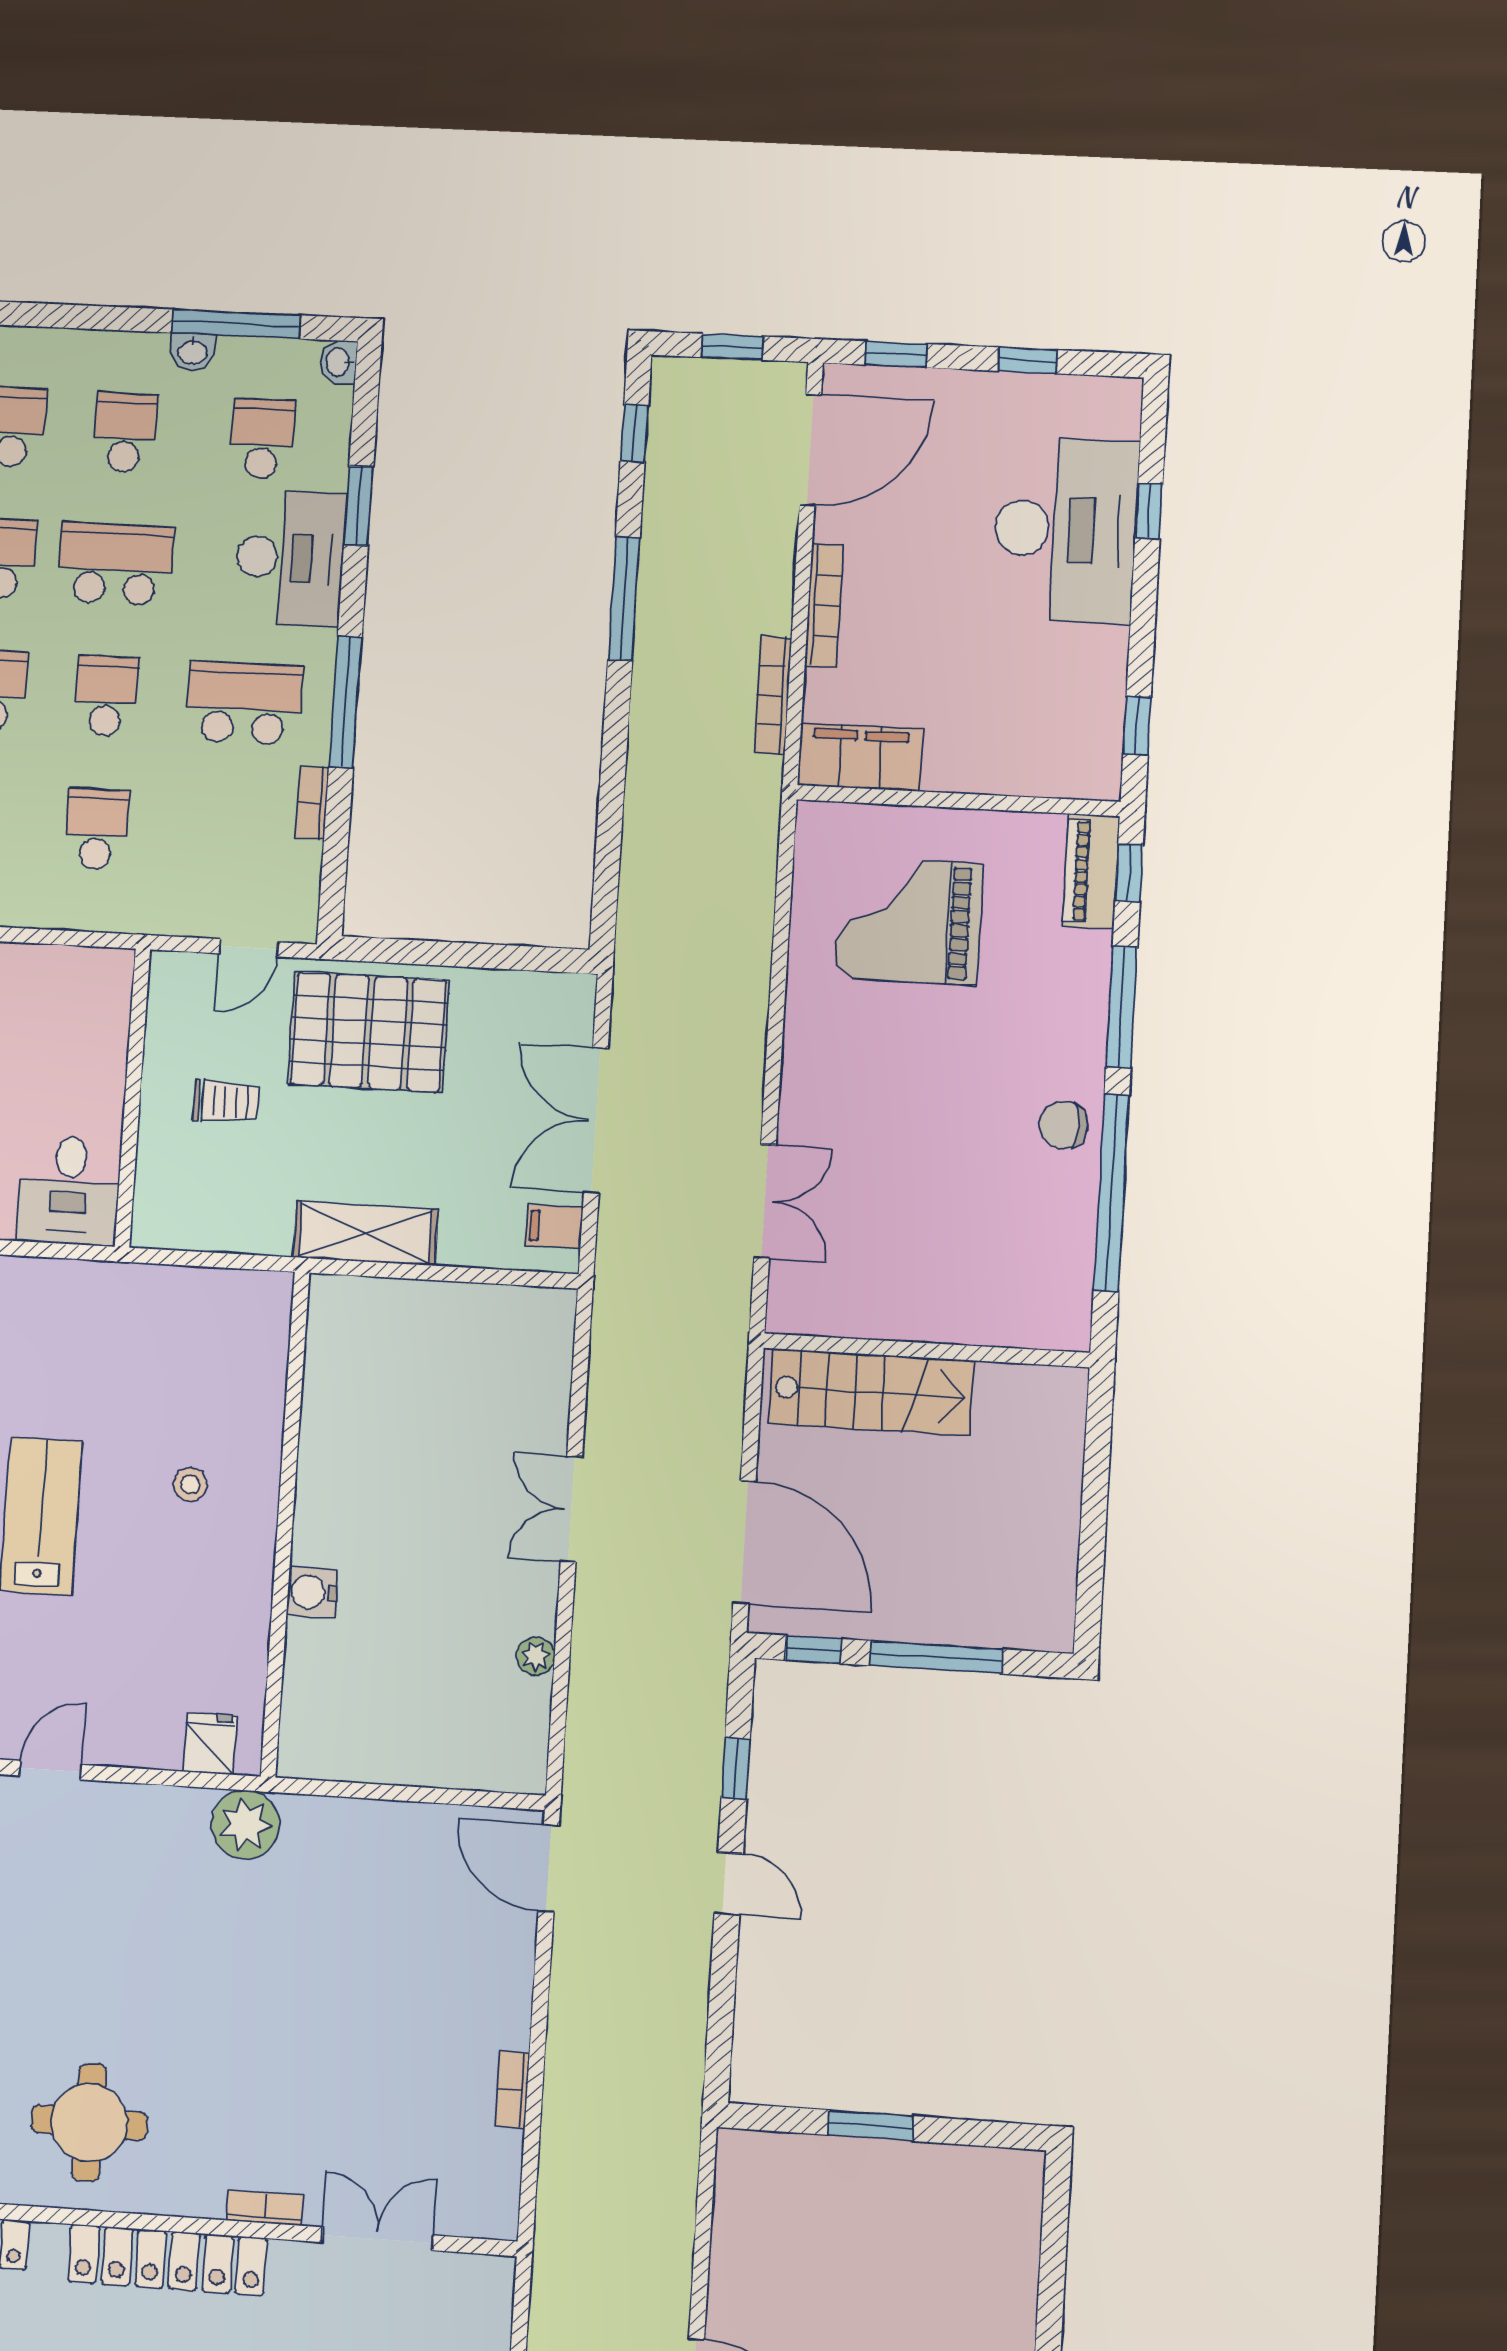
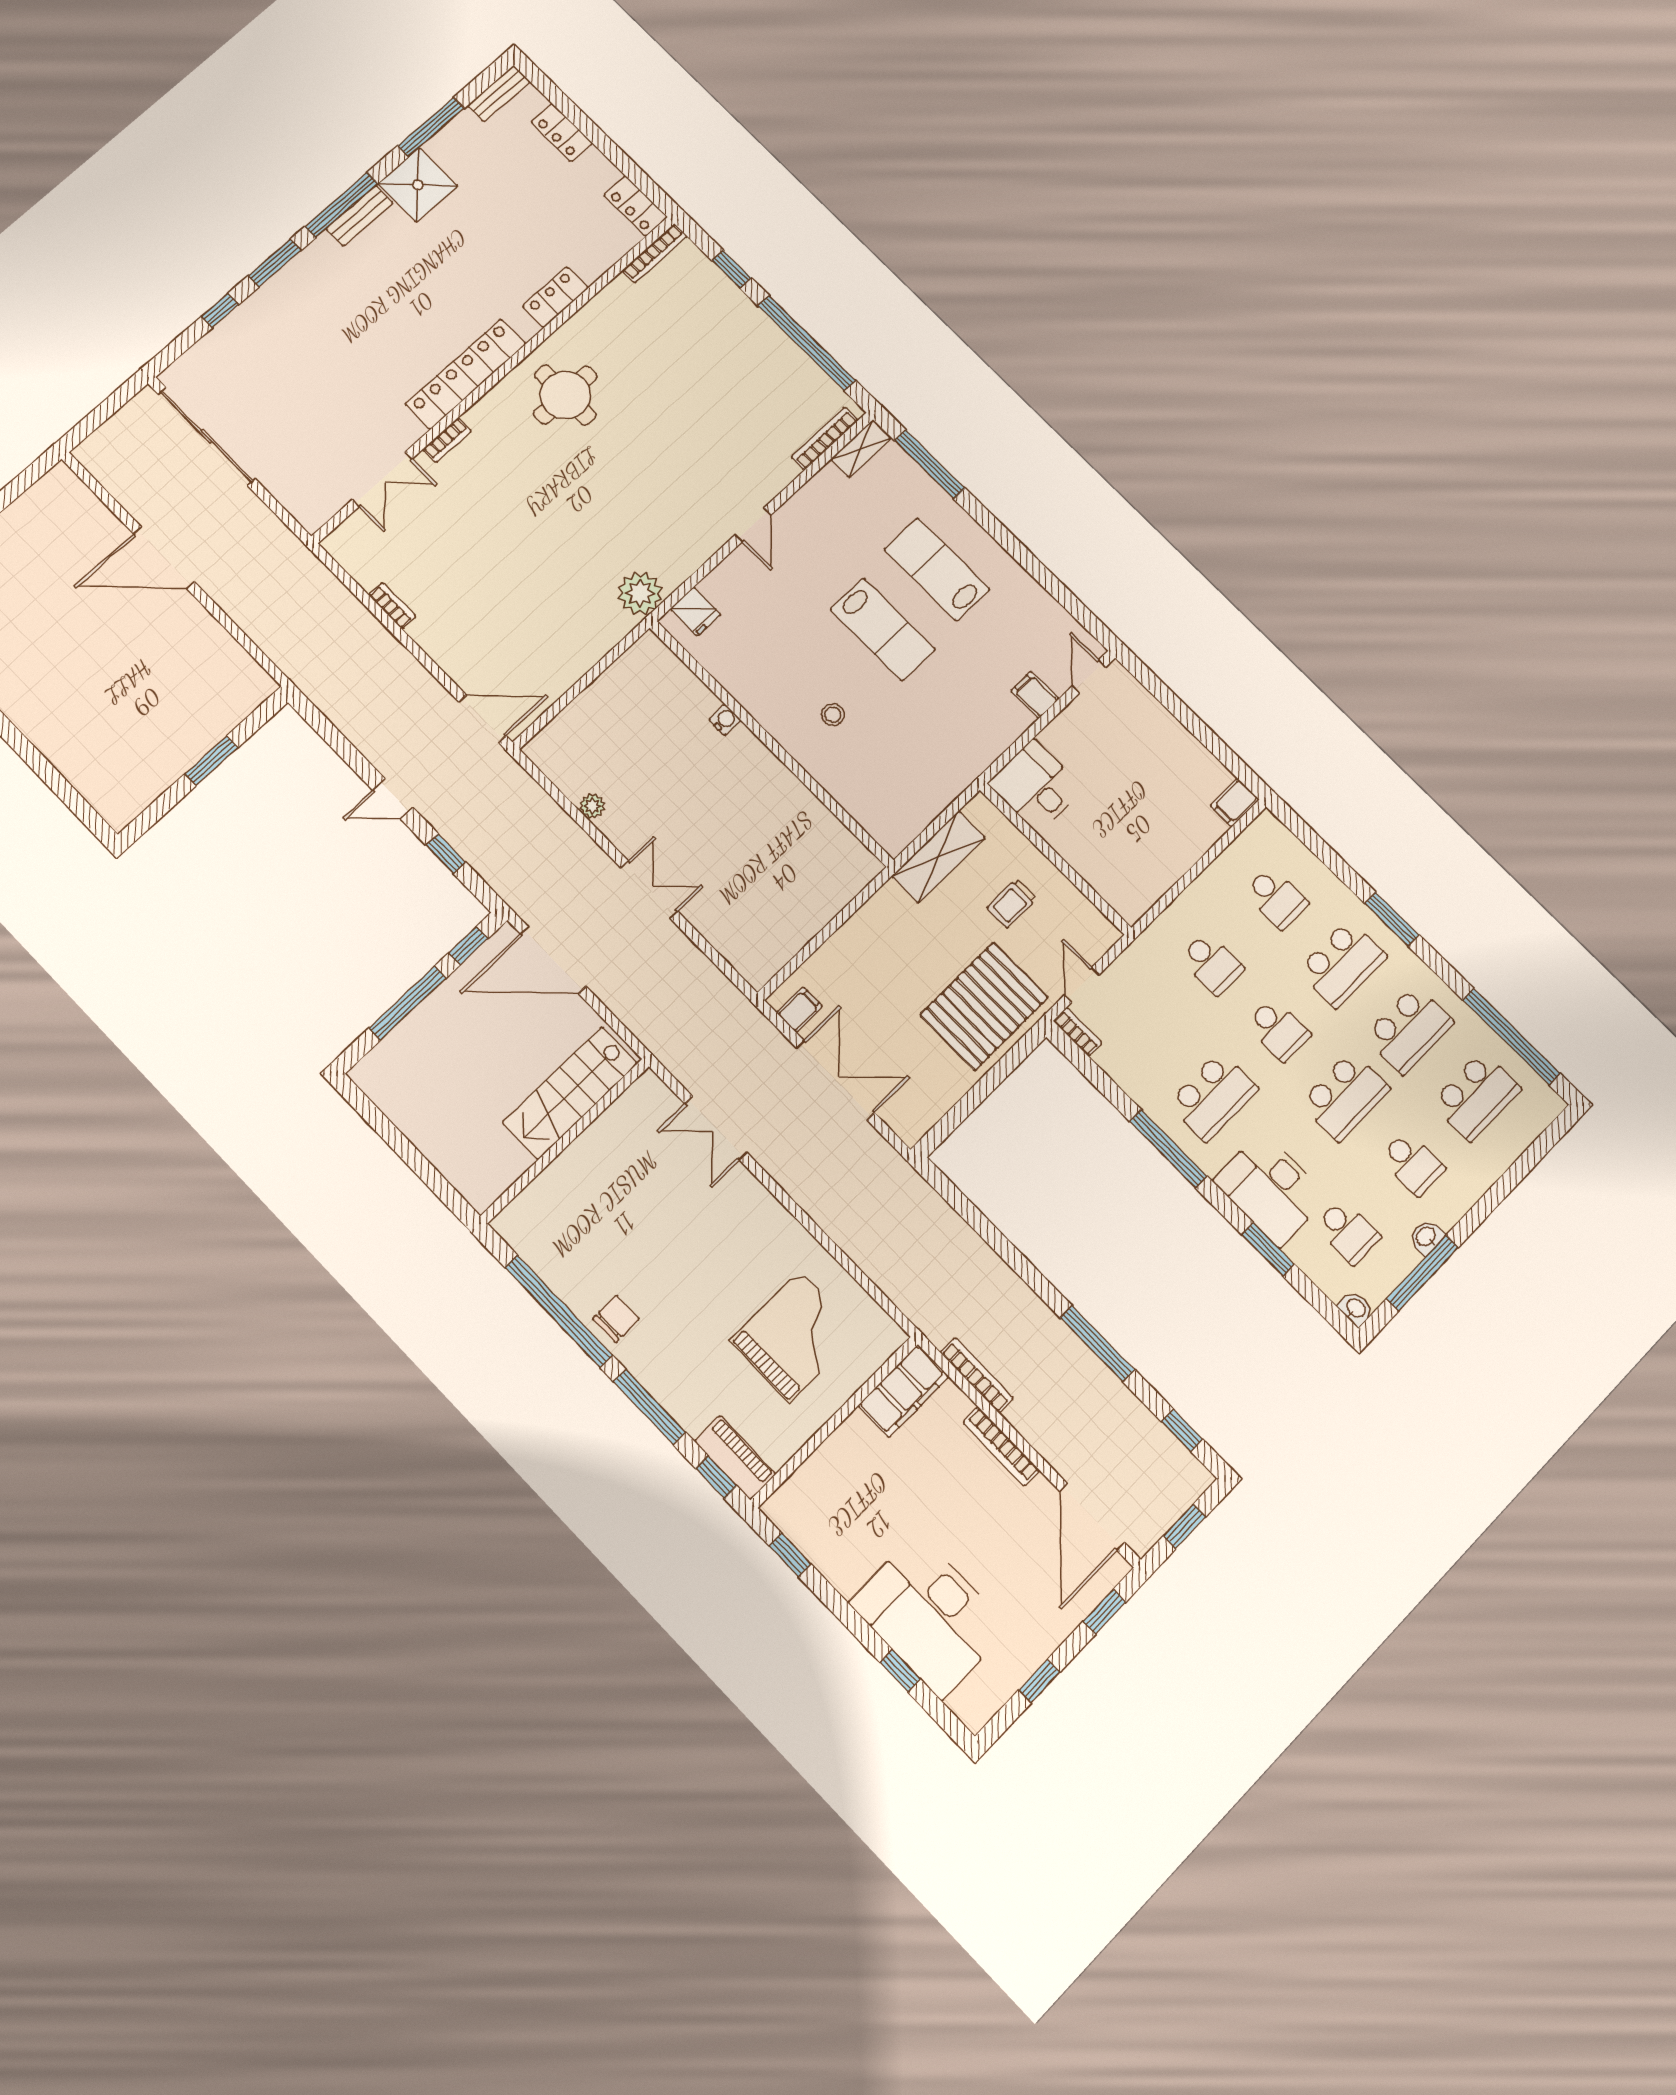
bookcase: (312, 803) -> (1078, 1032), moved
shelving: (366, 1233) -> (938, 857), moved
water cooler: (312, 1592) -> (725, 720), width x0.72, depth x0.72

